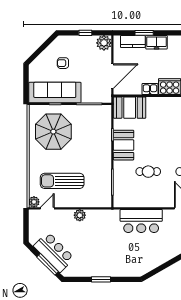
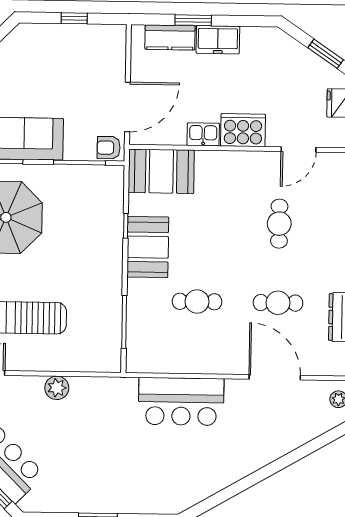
plant: (104, 43) -> (111, 39), removed
armchair: (63, 63) -> (109, 148), moved

